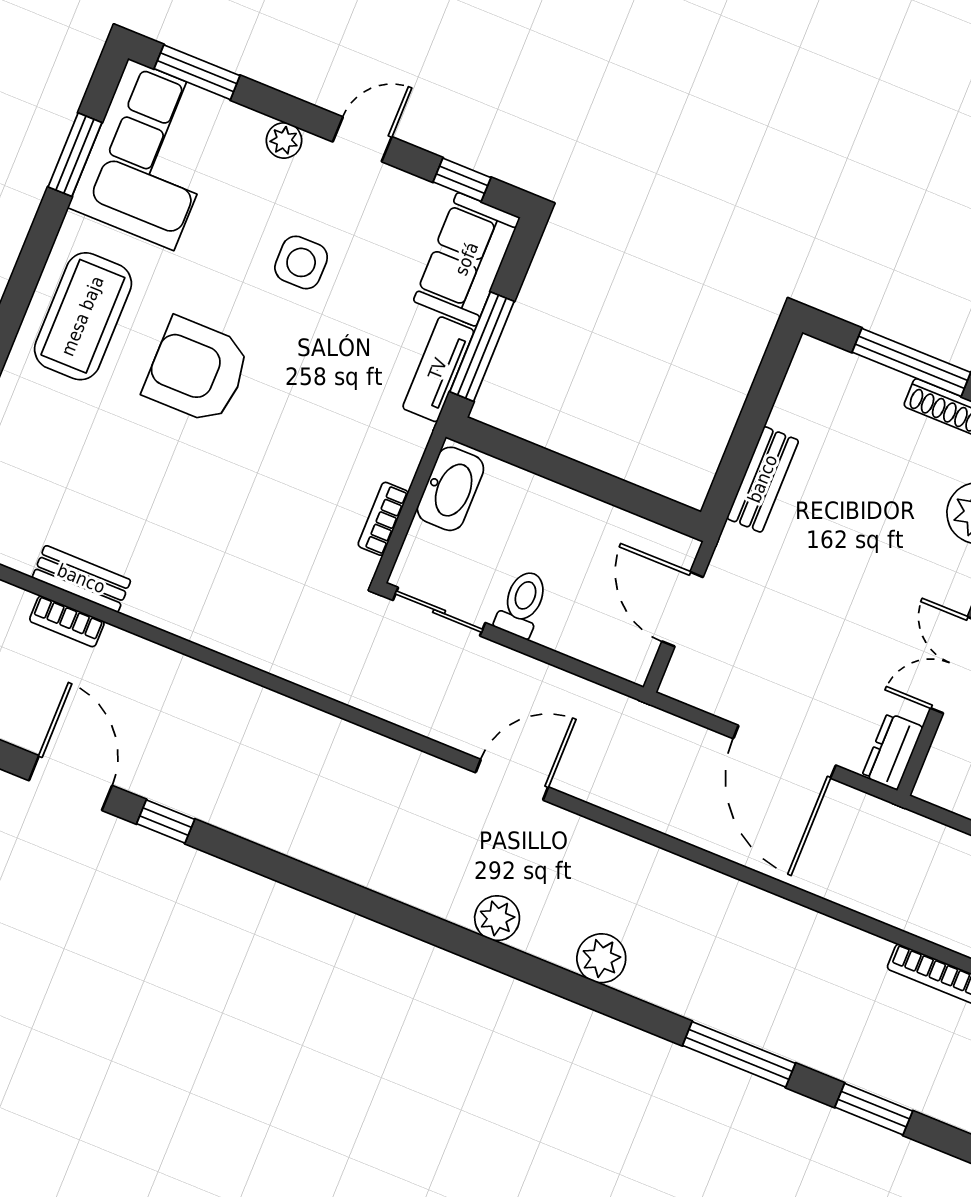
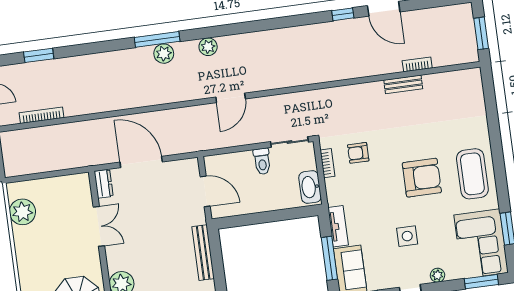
window: (482, 347) -> (329, 258), moved
bench: (763, 479) -> (203, 253), width x1.36
armchair: (304, 503) -> (358, 153), added
bench: (81, 579) -> (403, 84), moved
window: (739, 1054) -> (157, 39), moved

